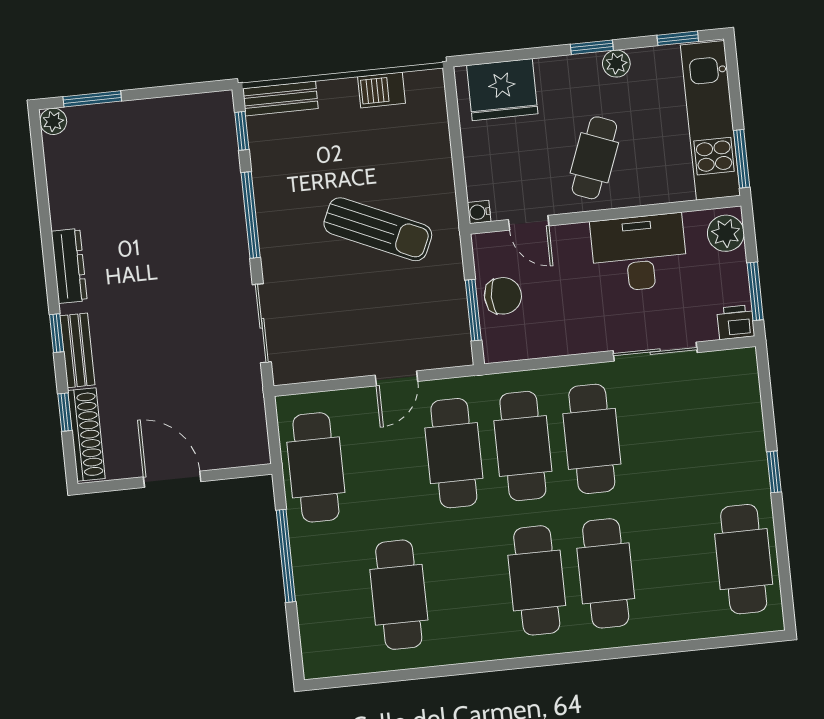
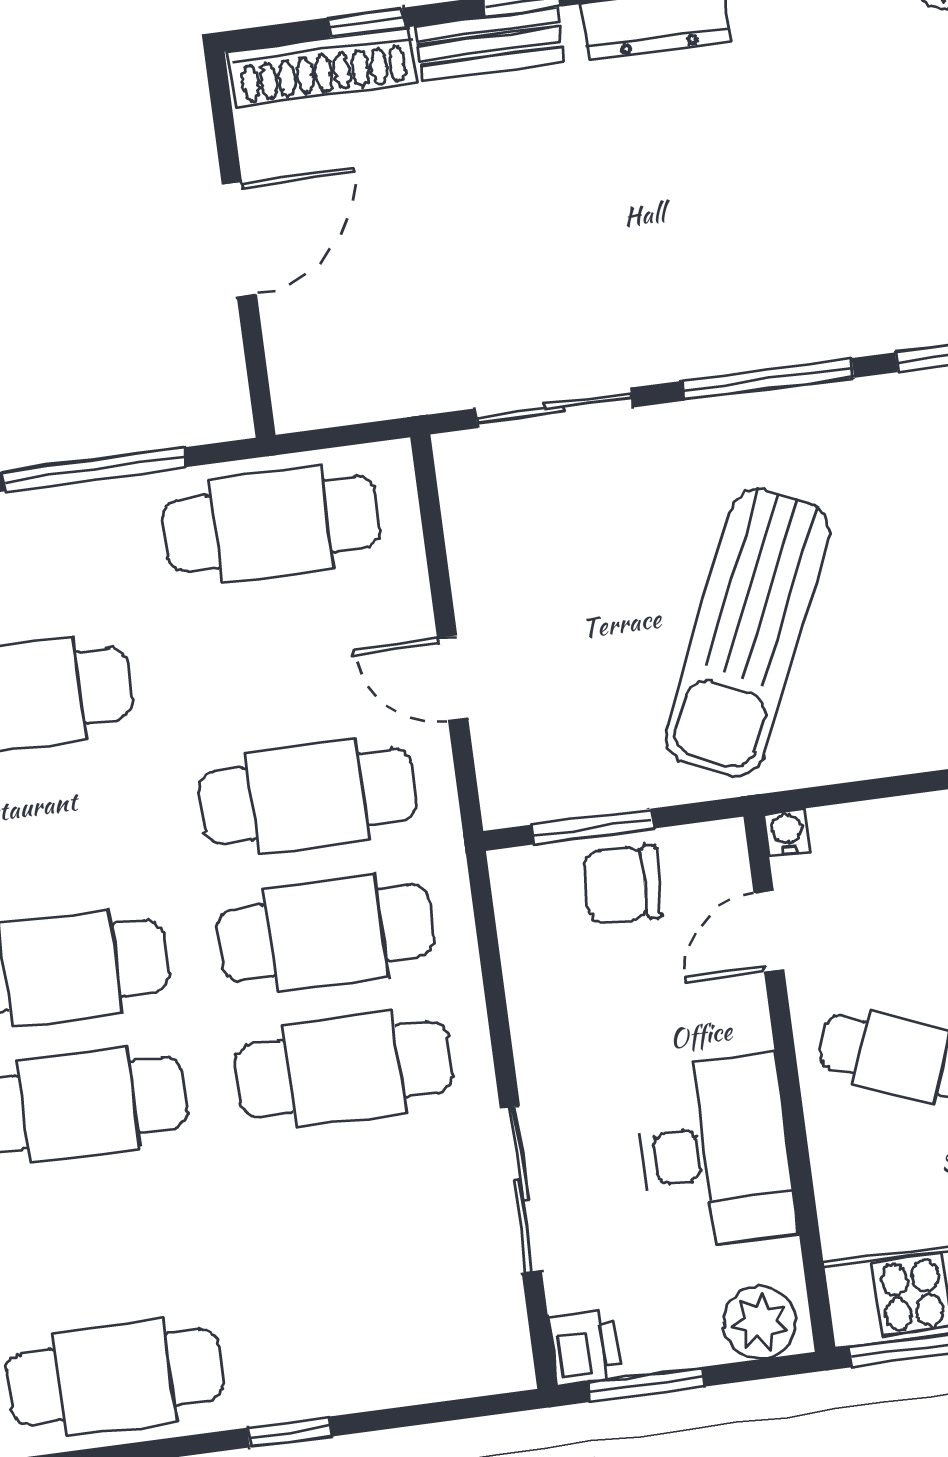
sun lounger: (378, 229) -> (747, 633), width x1.36, depth x1.34
chair: (503, 296) -> (622, 884), turned 93

